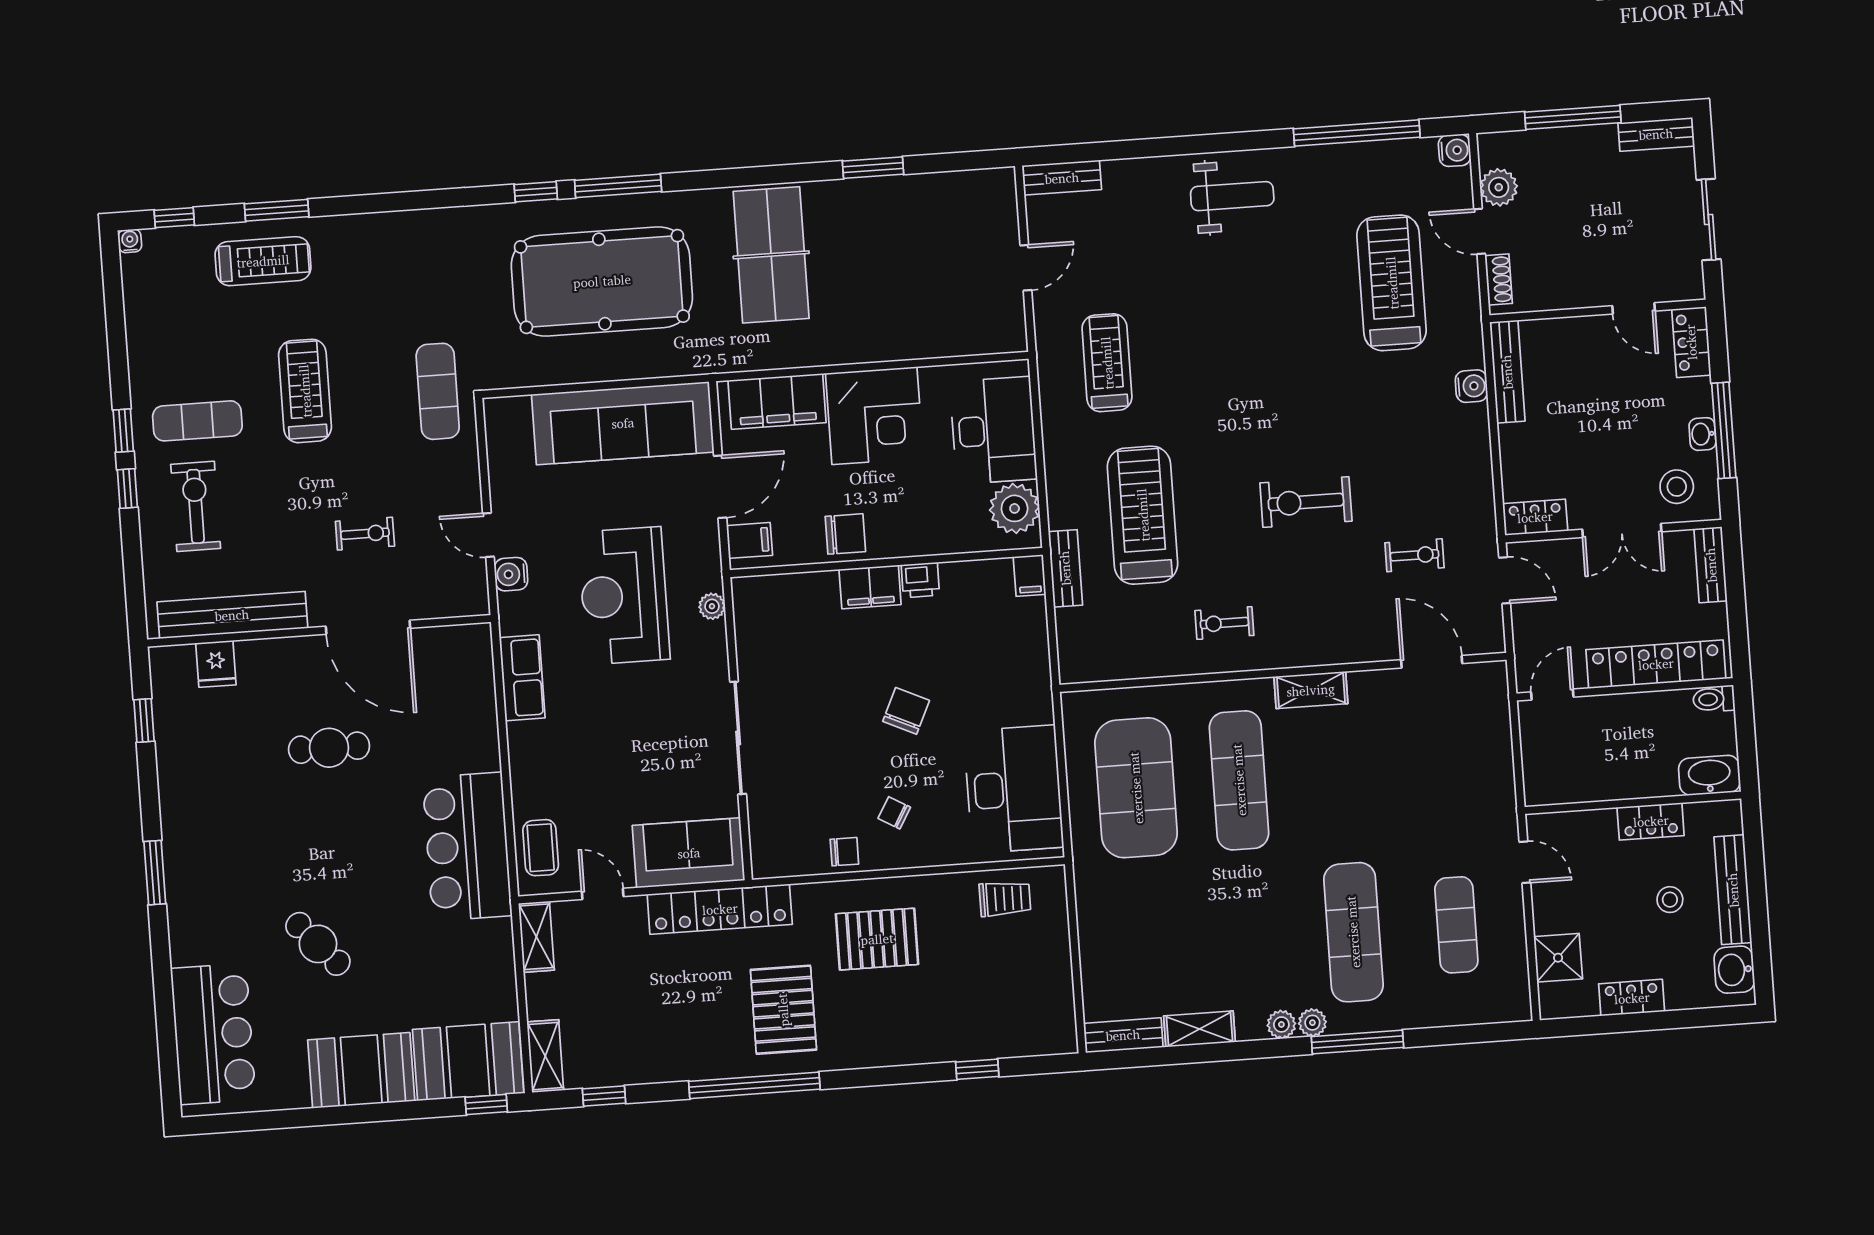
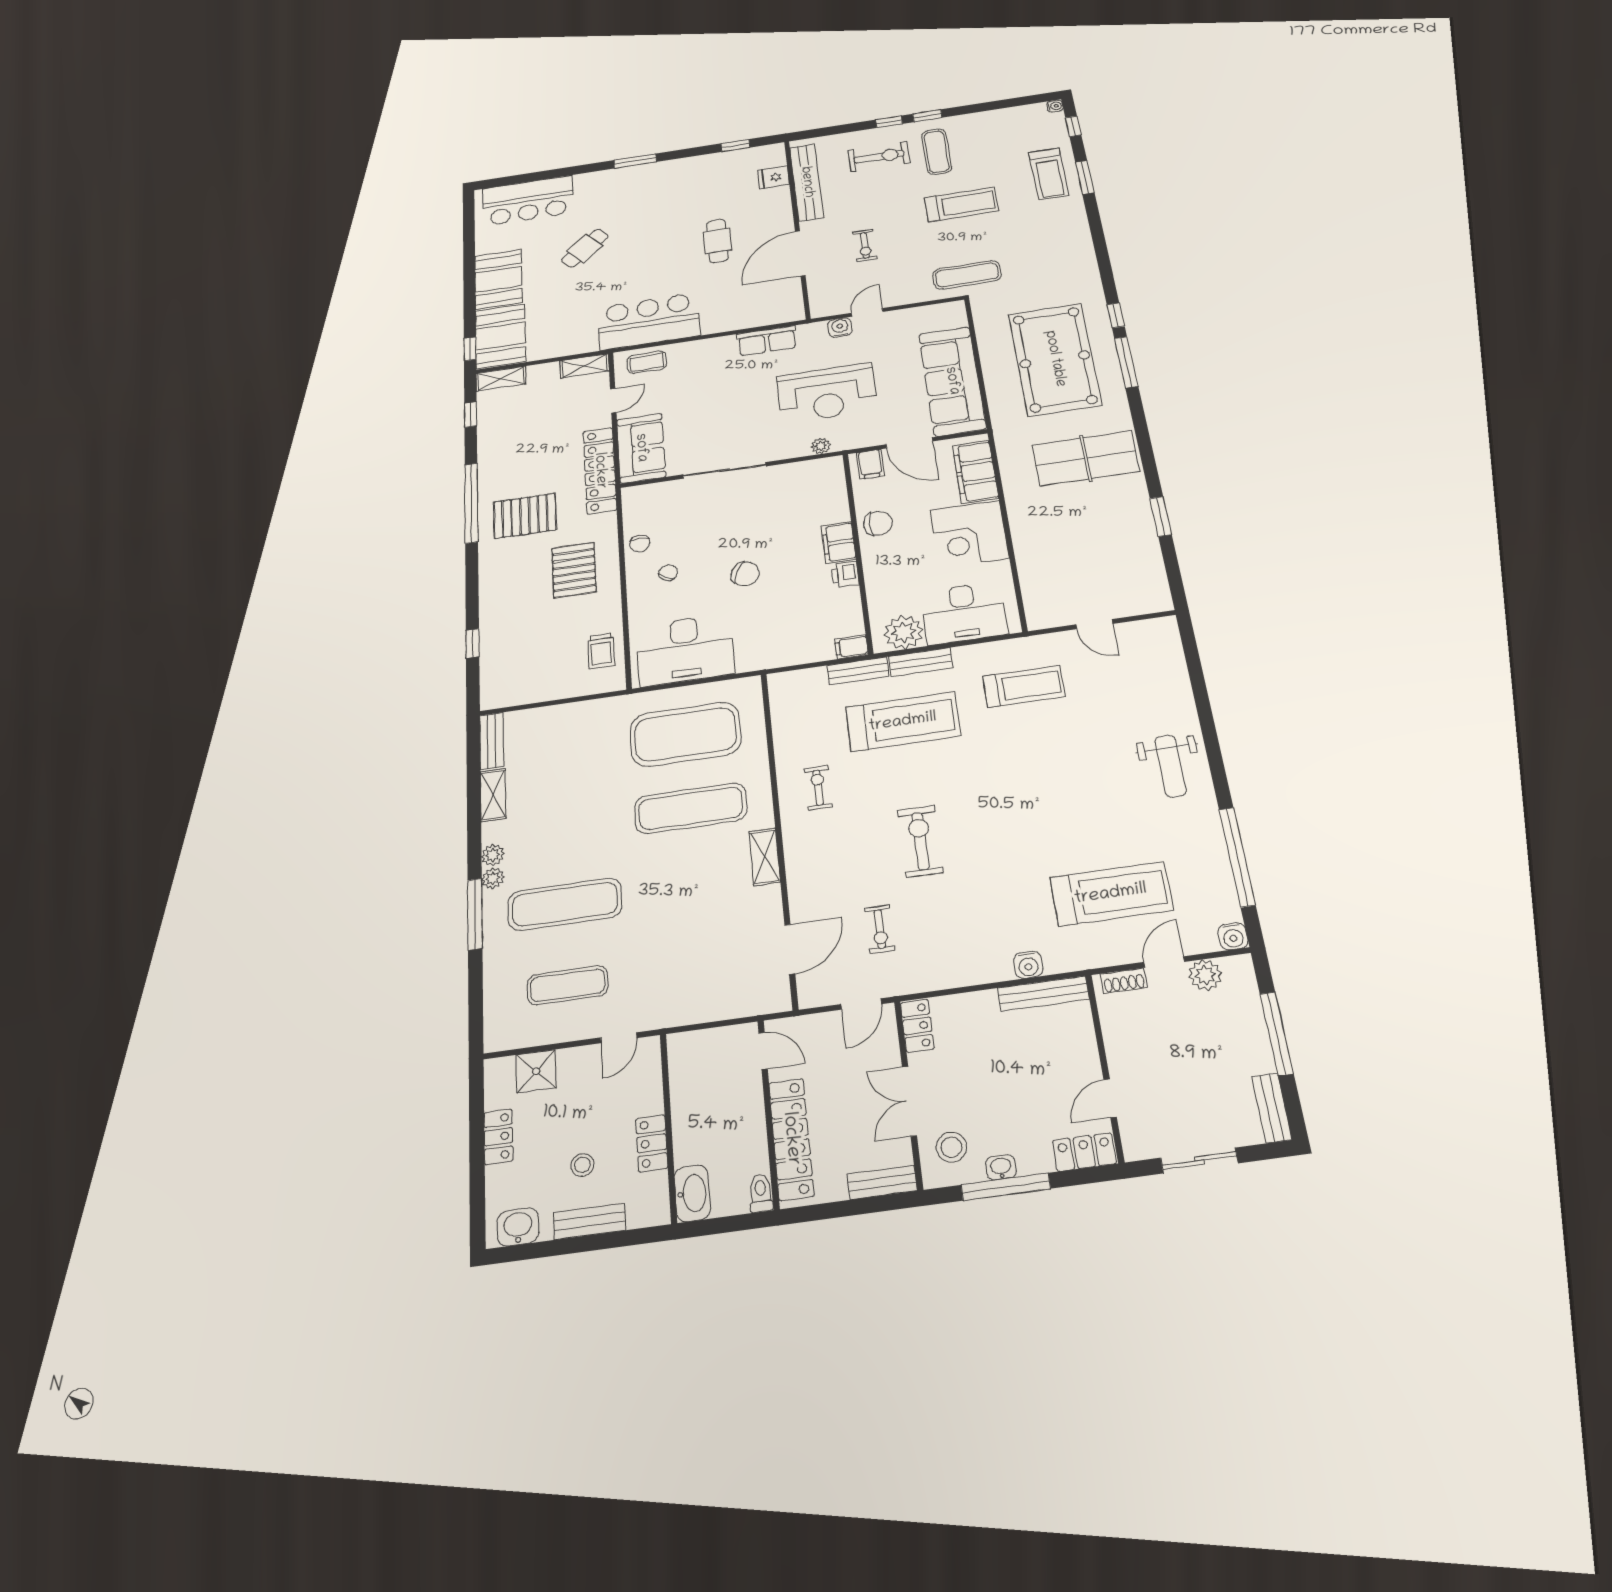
bench: (1062, 178) -> (921, 662), moved, turned 90
chair: (845, 534) -> (878, 523), turned -90
reception desk: (624, 596) -> (827, 393), turned 180
bench: (1733, 890) -> (589, 1221), width x0.73

